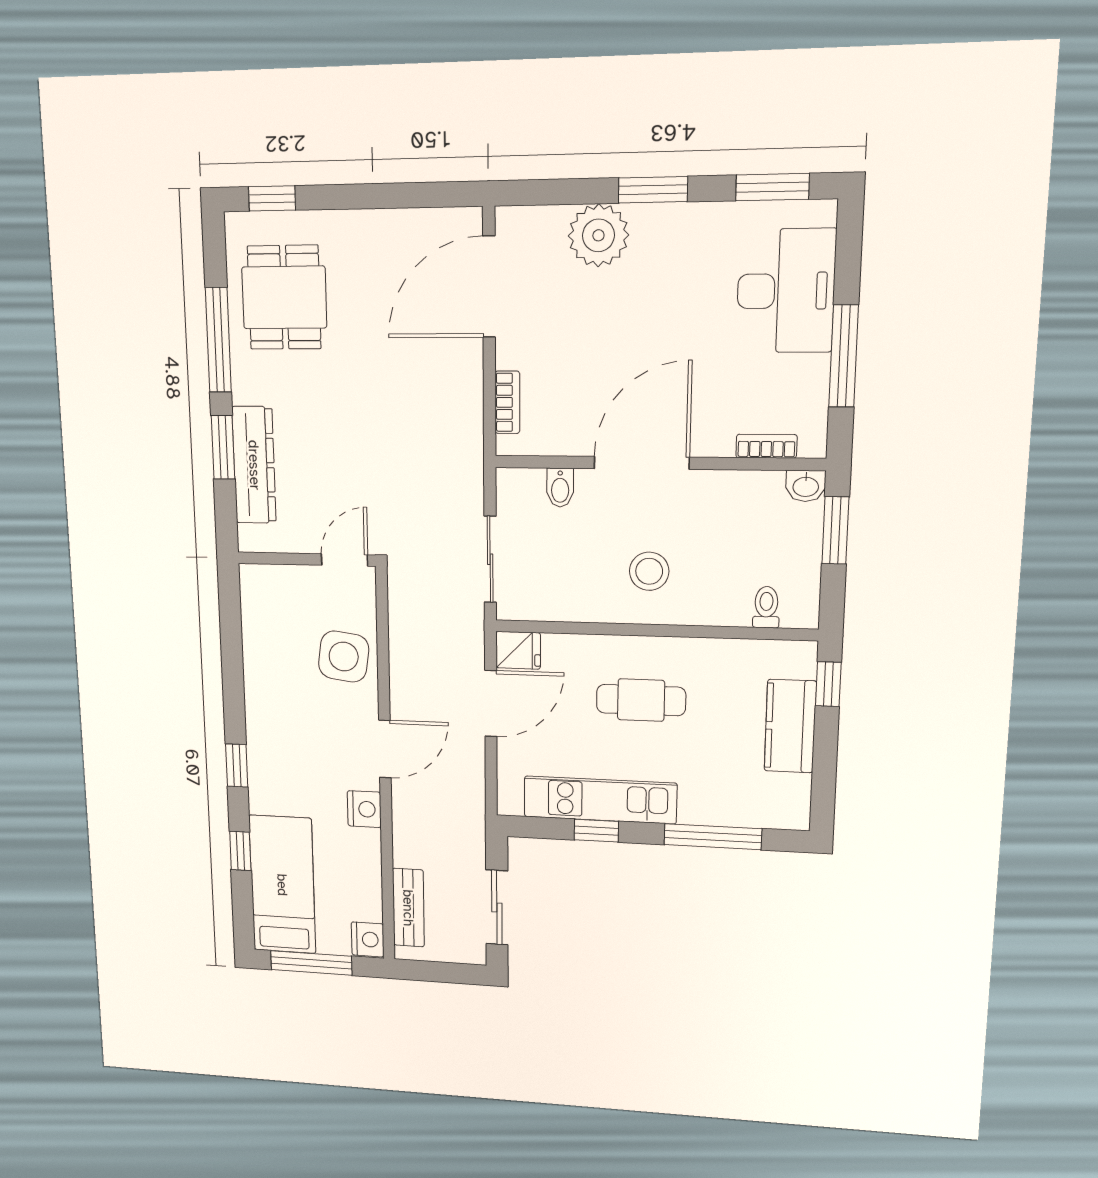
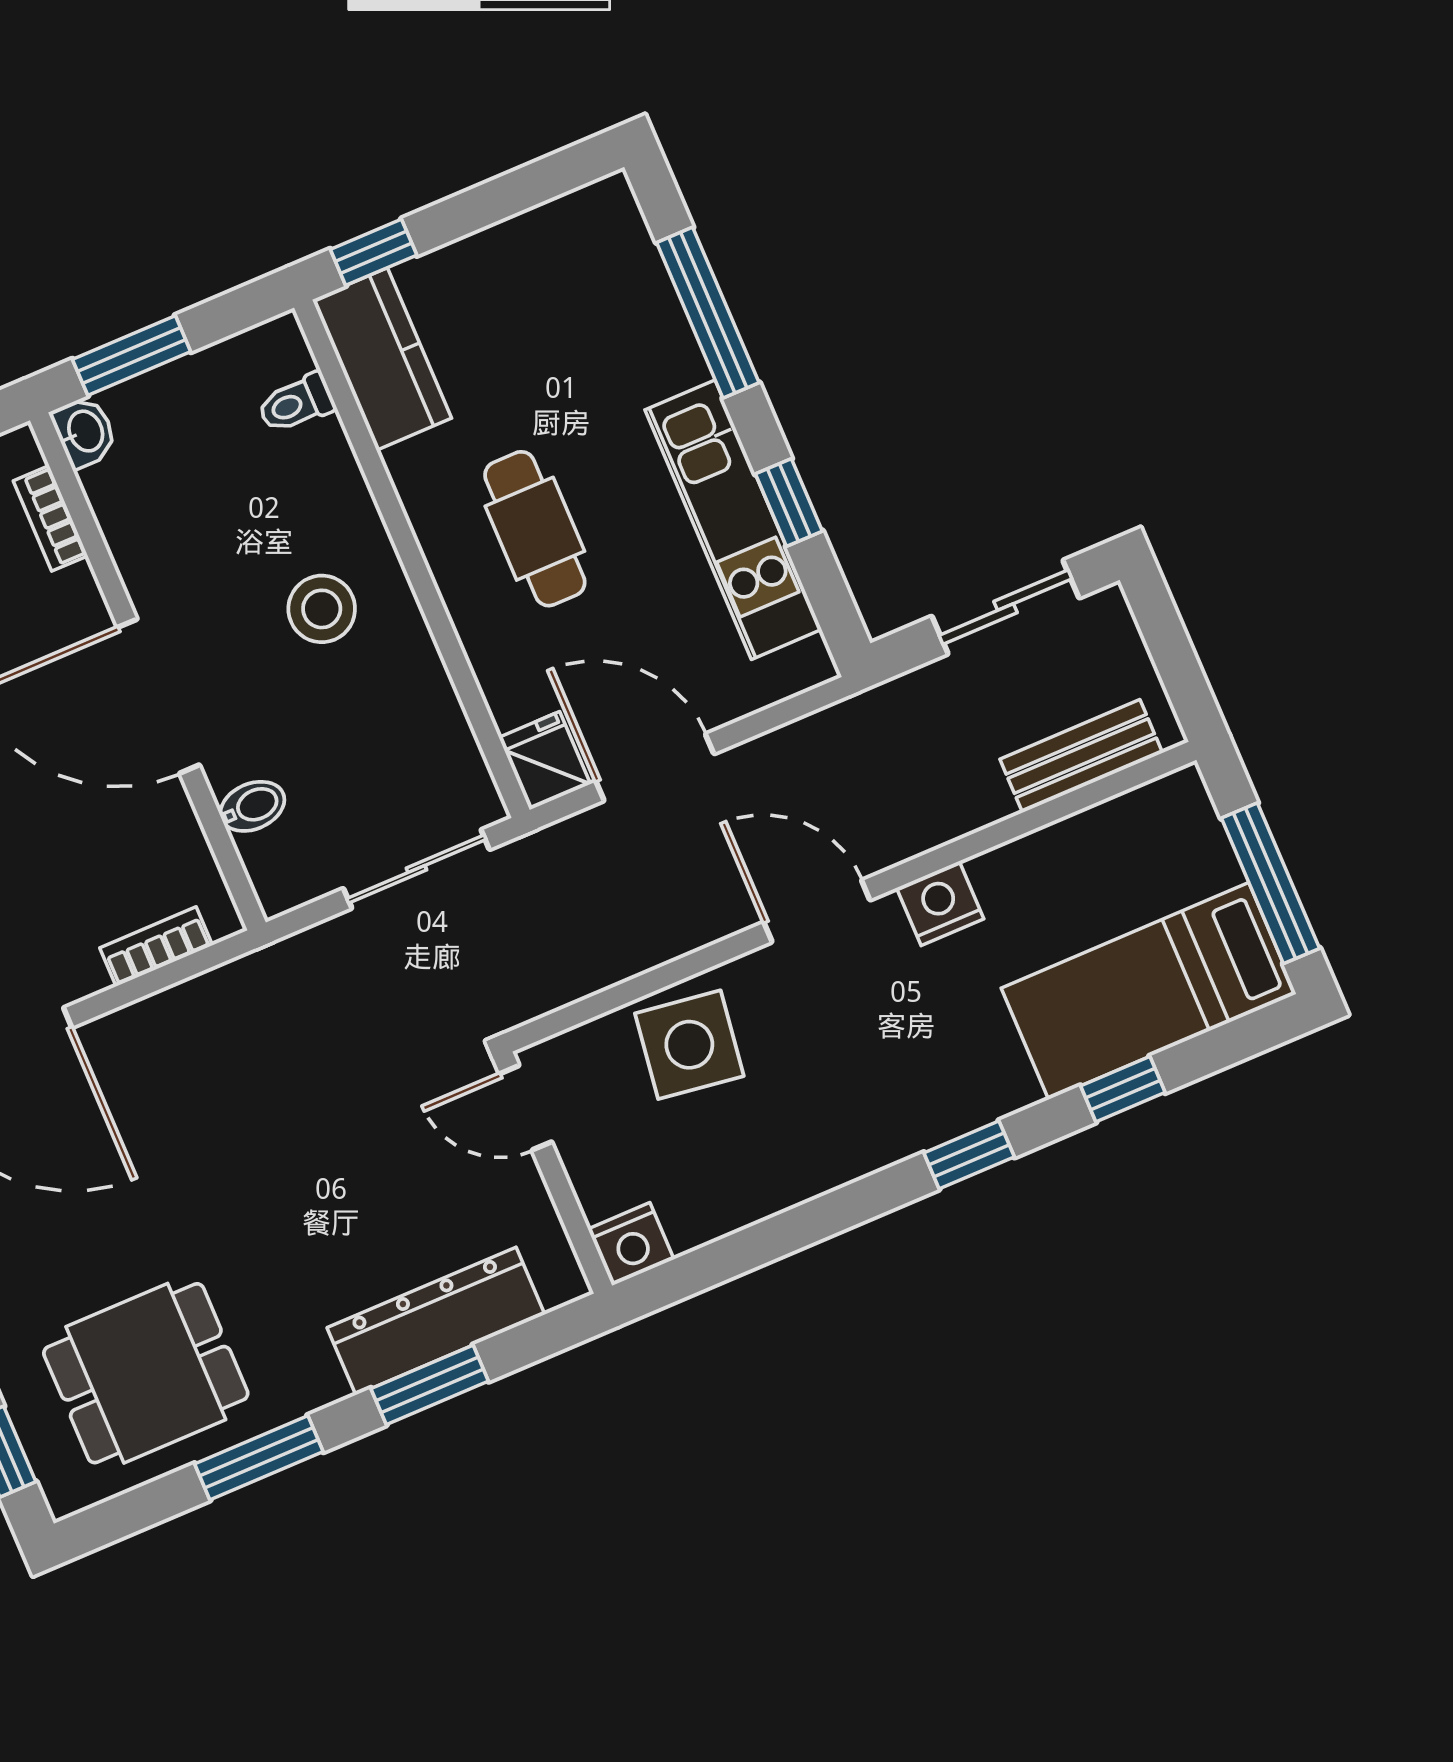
window: (218, 340) -> (259, 1458), width x0.69
kitchen counter: (790, 726) -> (382, 359), moved, turned -90
nightstand: (368, 939) -> (631, 1244), moved, turned 180

